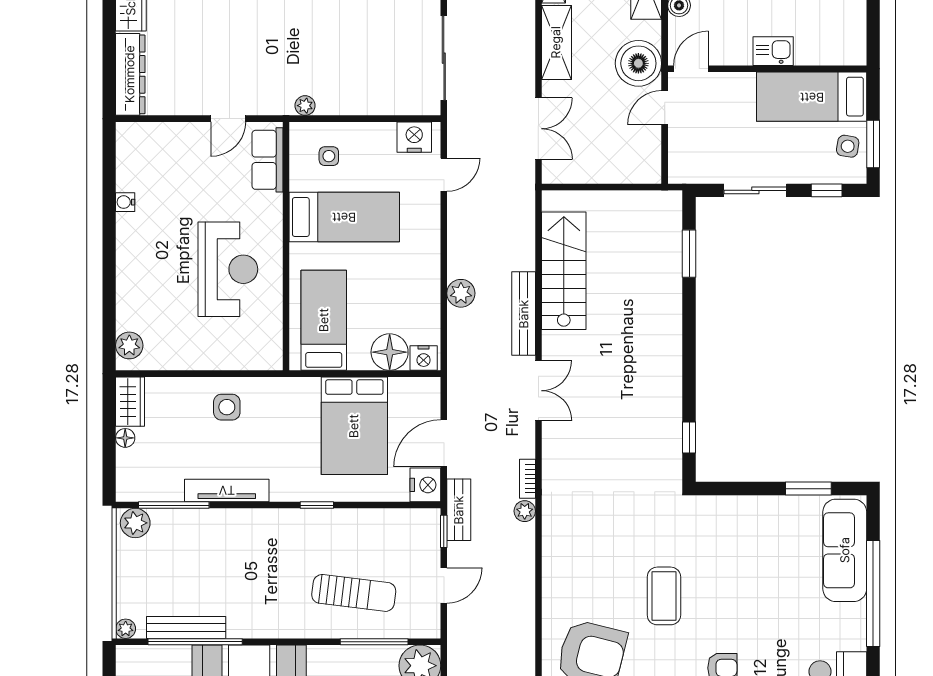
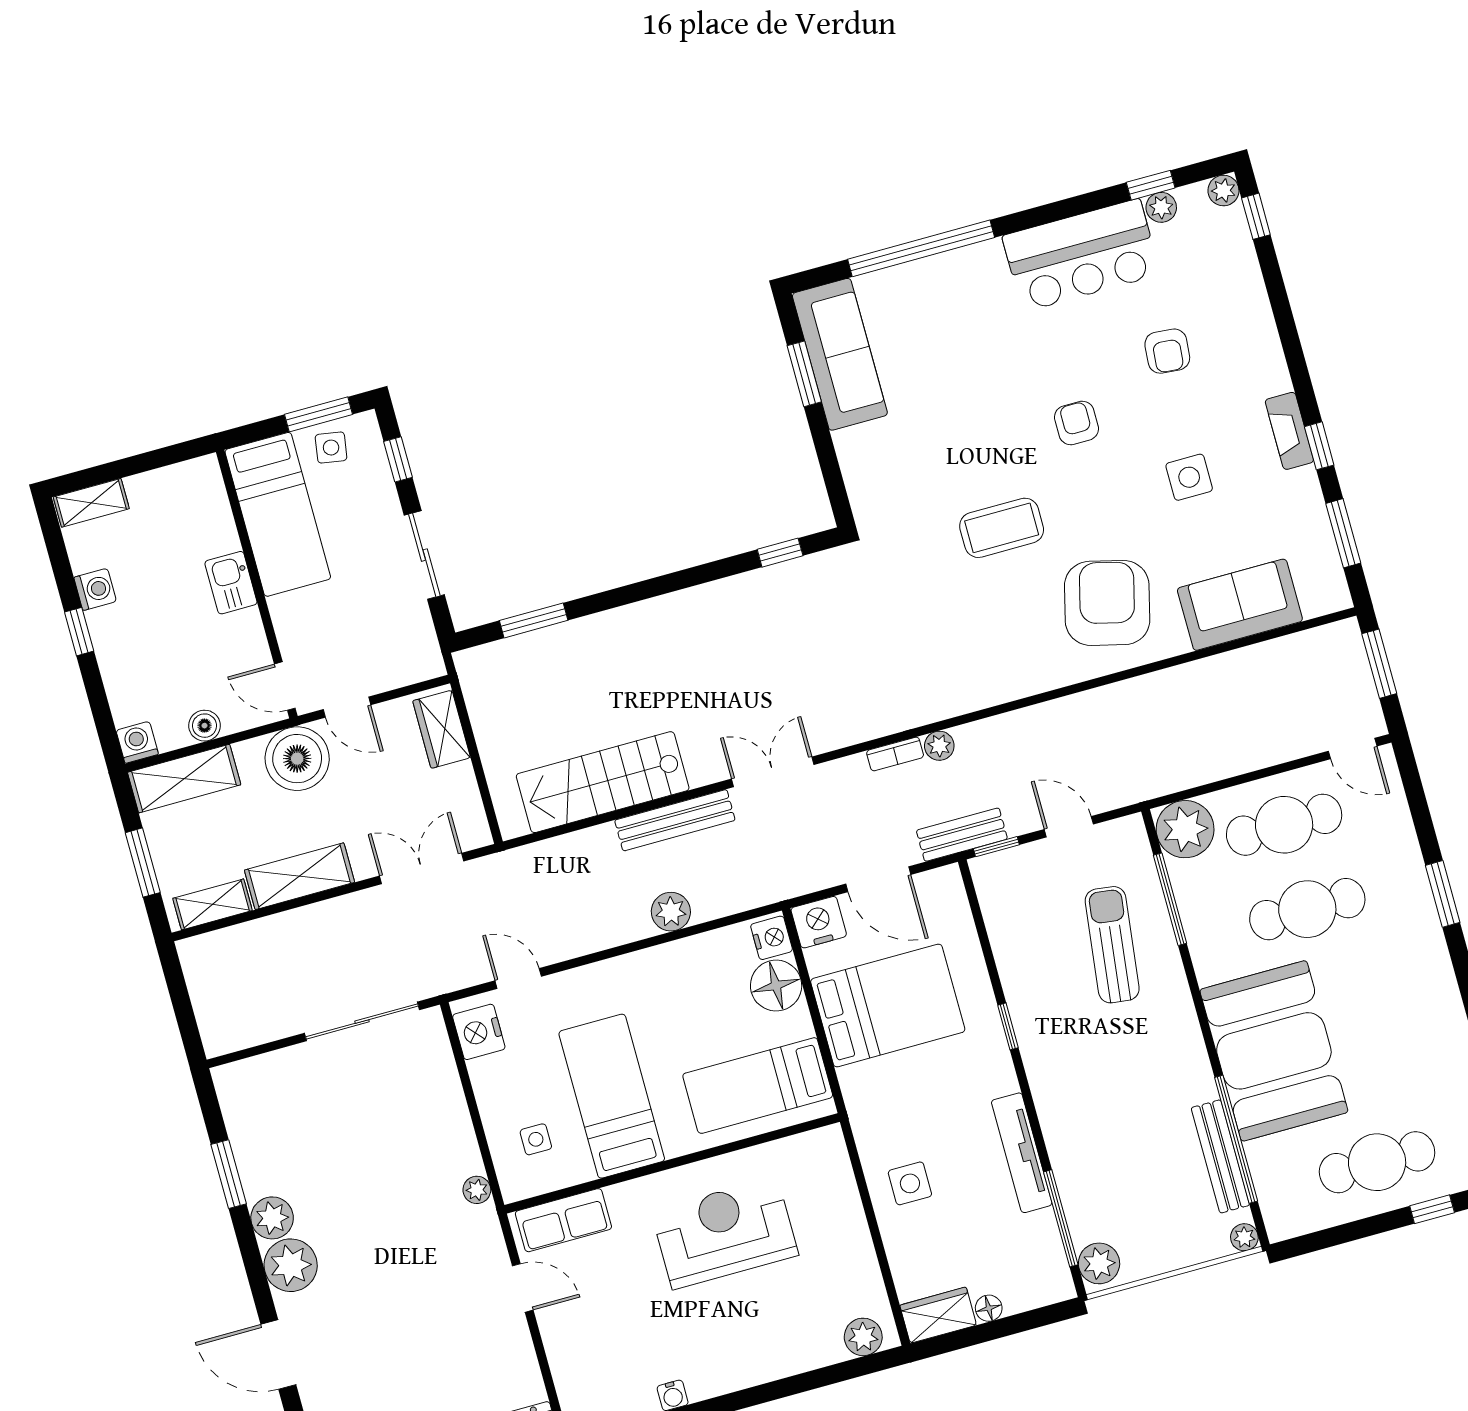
wardrobe: (631, 169) -> (442, 729), added
nightstand: (425, 485) -> (819, 922), moved
sofa: (845, 550) -> (840, 354), moved, turned -90

